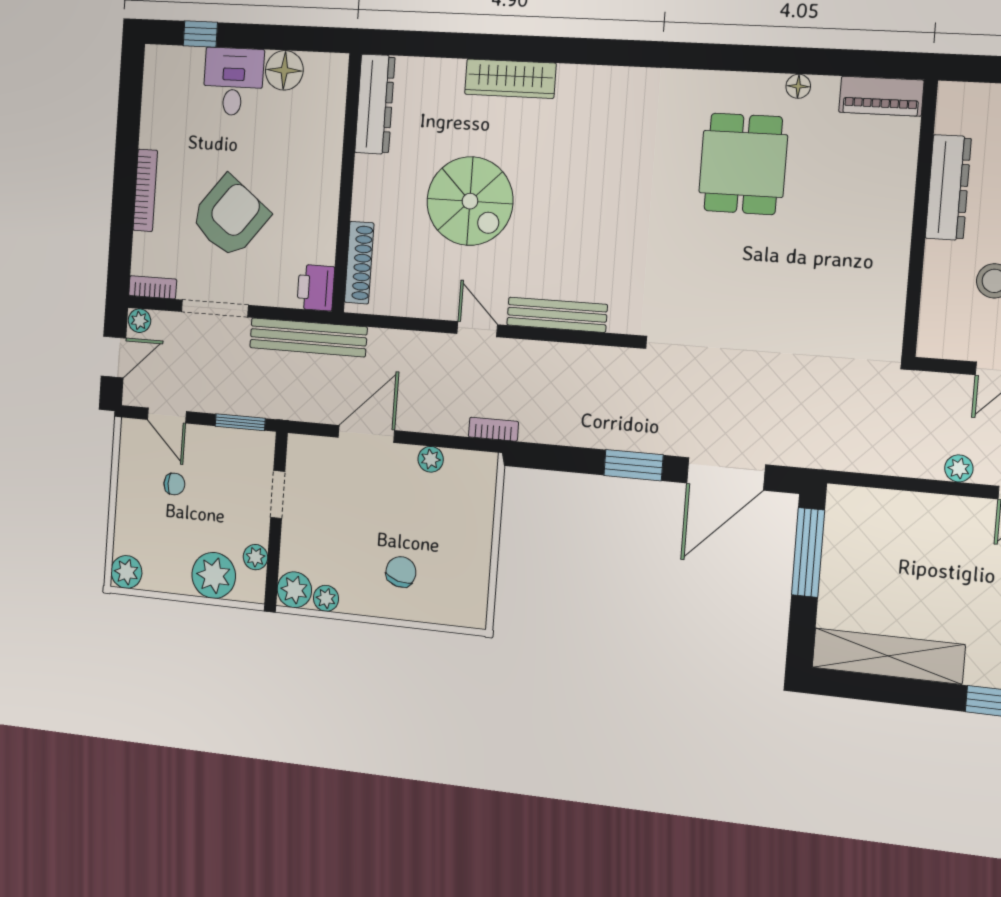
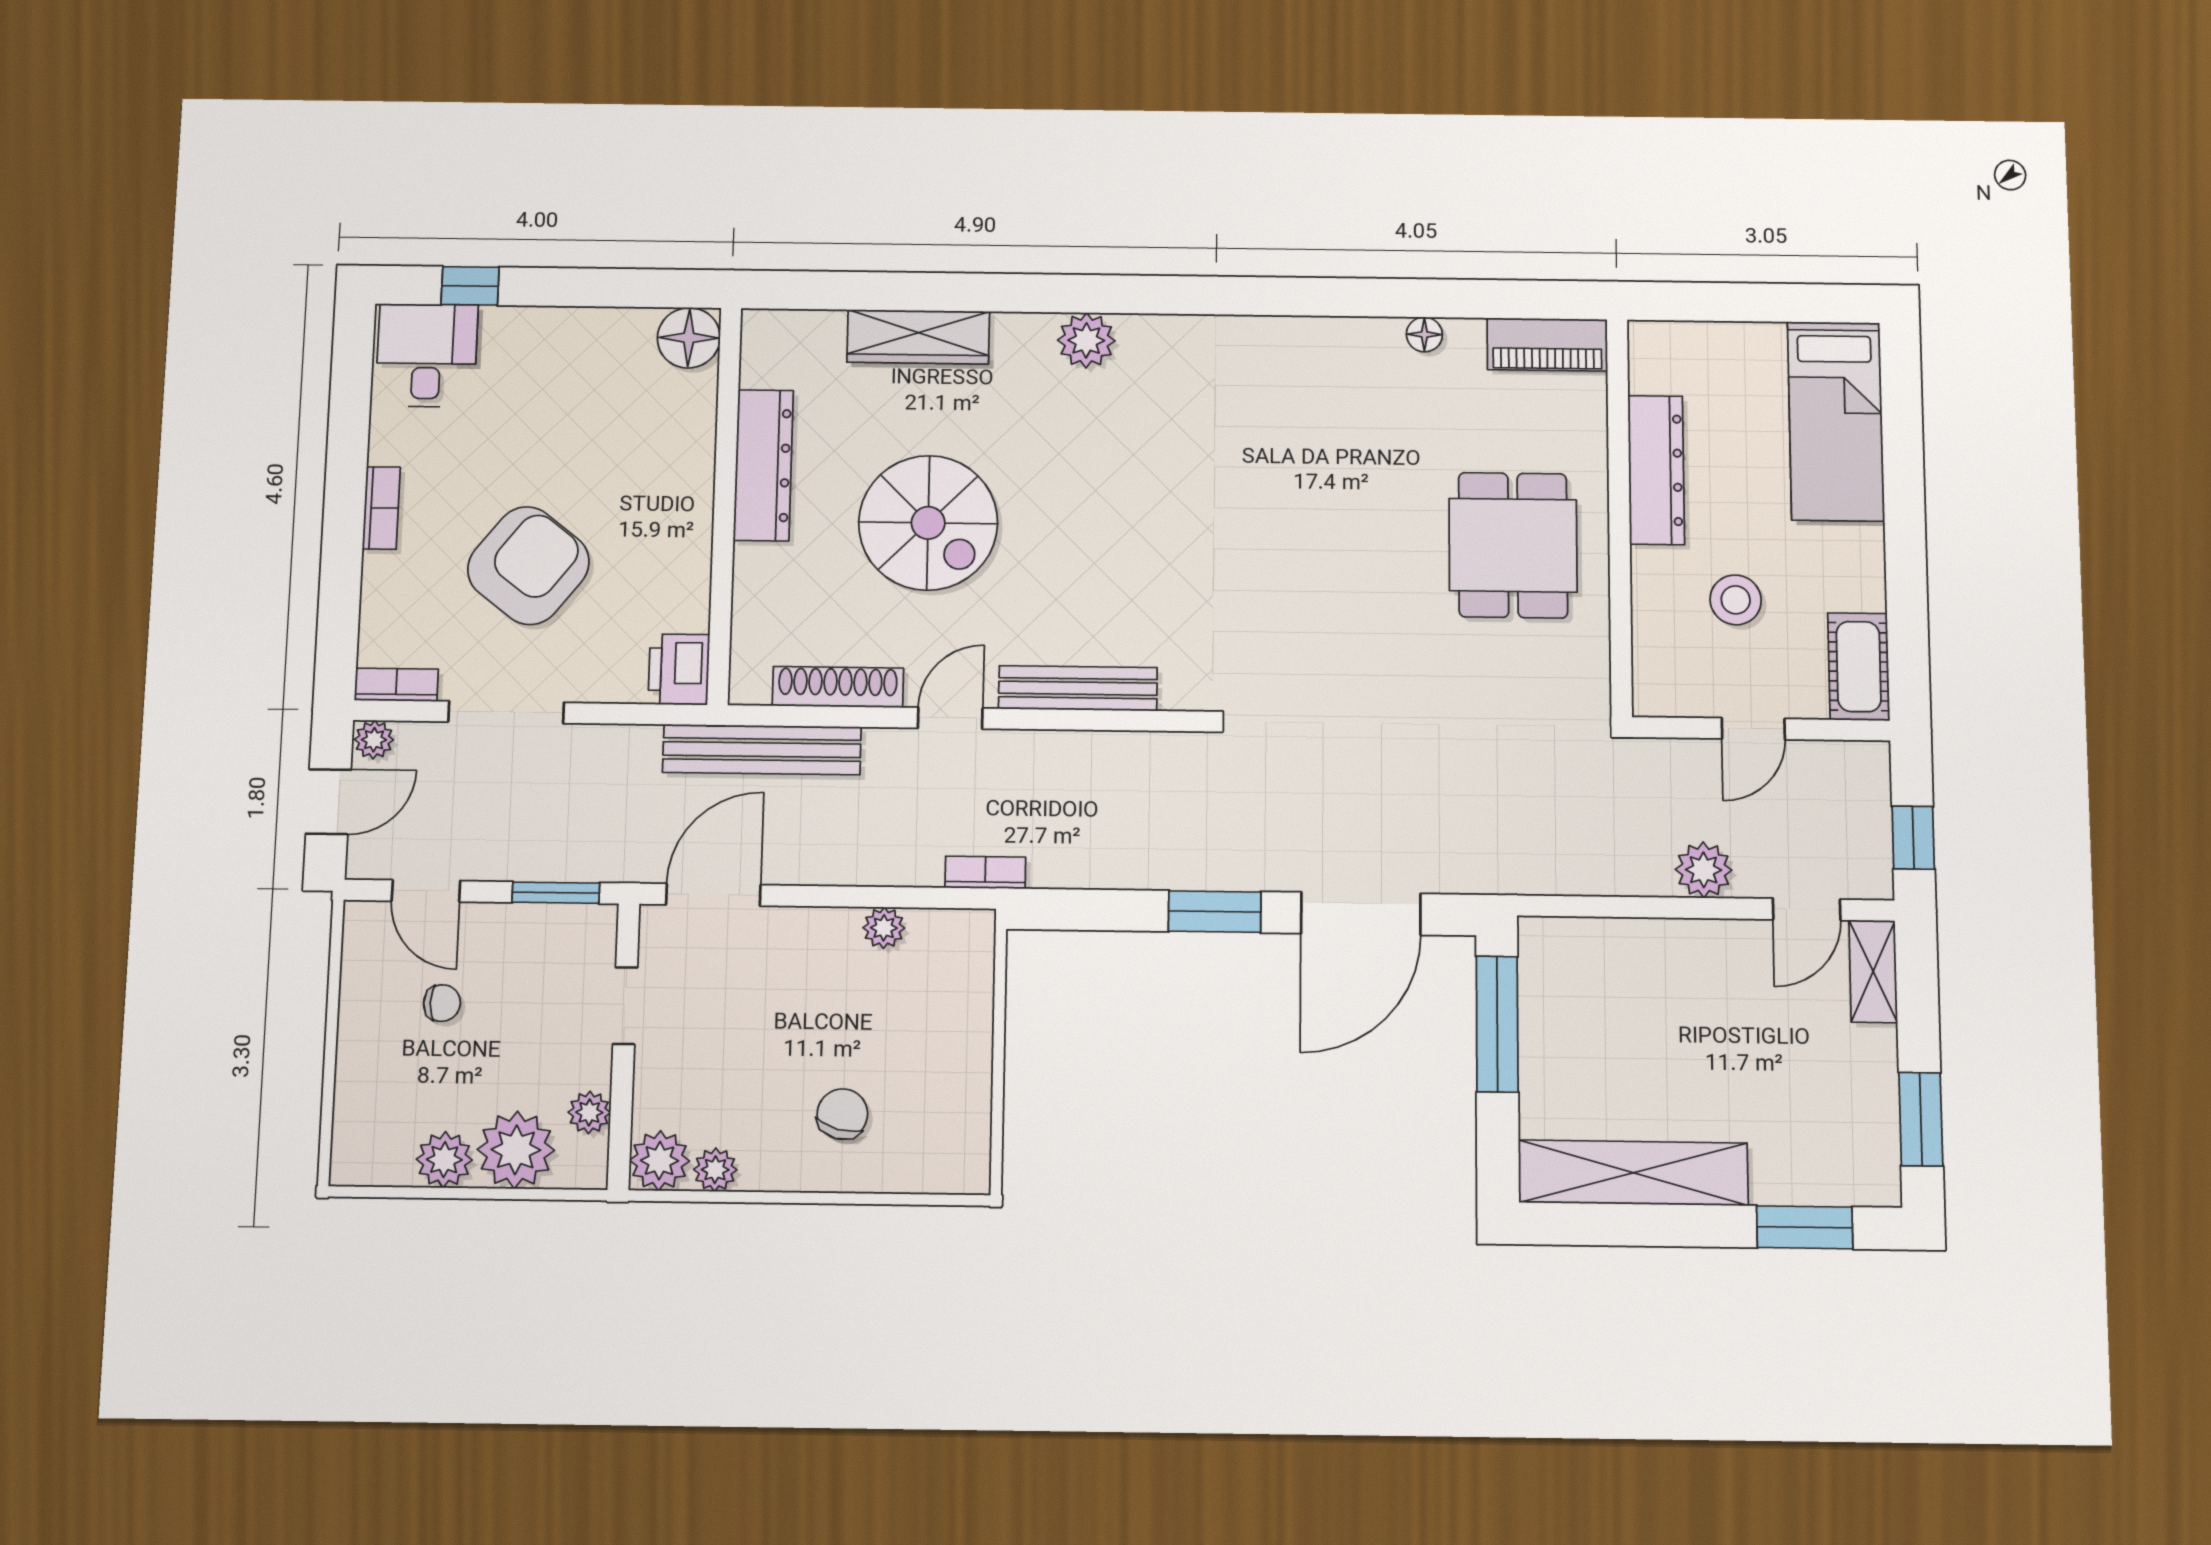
floor lamp: (284, 70) -> (689, 338), moved
wardrobe: (510, 79) -> (918, 337), moved
desk: (233, 82) -> (427, 355), moved
plant: (576, 83) -> (1086, 340), added
dresser: (375, 104) -> (763, 465), moved
dining table: (743, 164) -> (1513, 545), moved
bookcase: (145, 190) -> (381, 508), width x0.64
shoe rack: (359, 263) -> (838, 687), moved, turned -90
door: (477, 329) -> (950, 718), hinge flipped
bench: (308, 337) -> (762, 750), moved
door: (366, 434) -> (713, 895), moved
plant: (959, 468) -> (1704, 870), width x1.38, depth x1.38
plant: (126, 572) -> (444, 1160), moved

